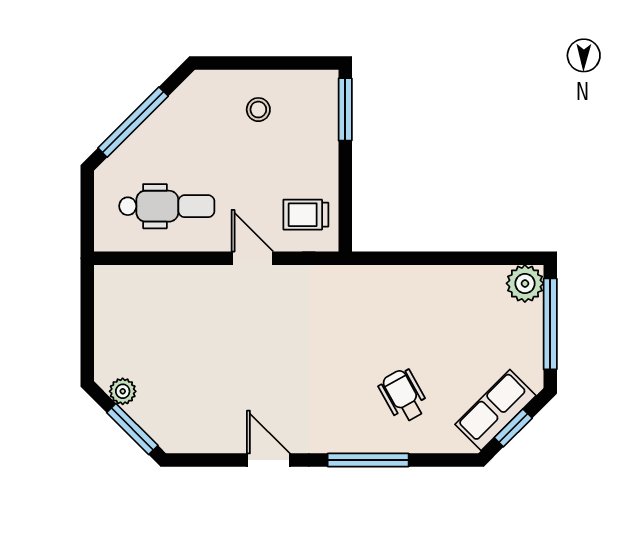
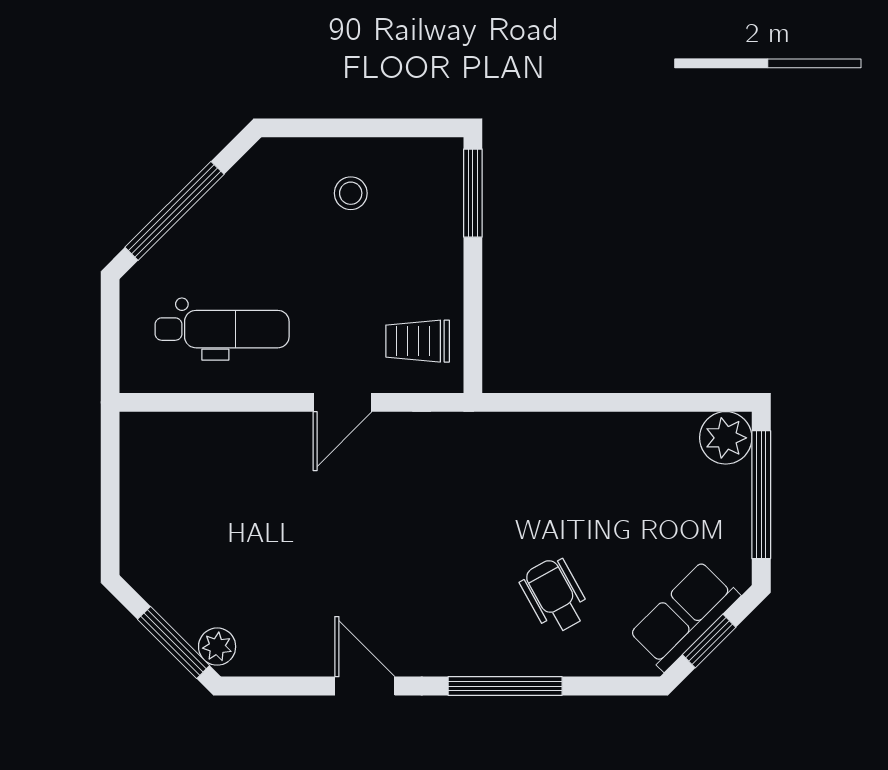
door: (252, 258) -> (342, 402), swing flipped
plant: (123, 391) -> (217, 647), moved

